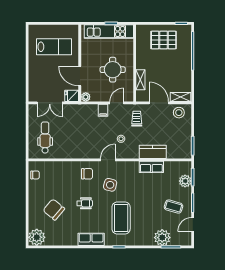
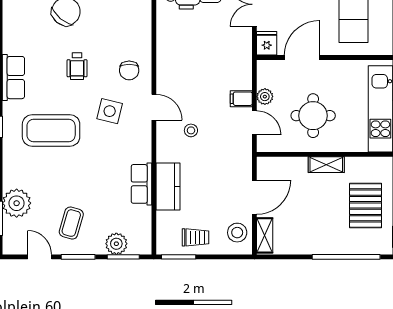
shelving: (140, 80) -> (326, 165), moved
plant: (86, 97) -> (265, 97), moved
trolley: (137, 119) -> (196, 237), moved

